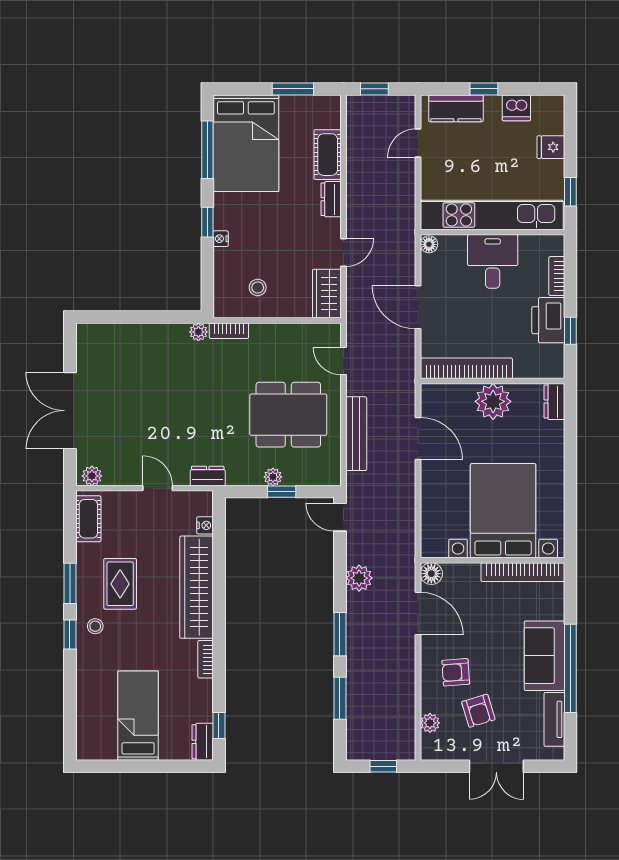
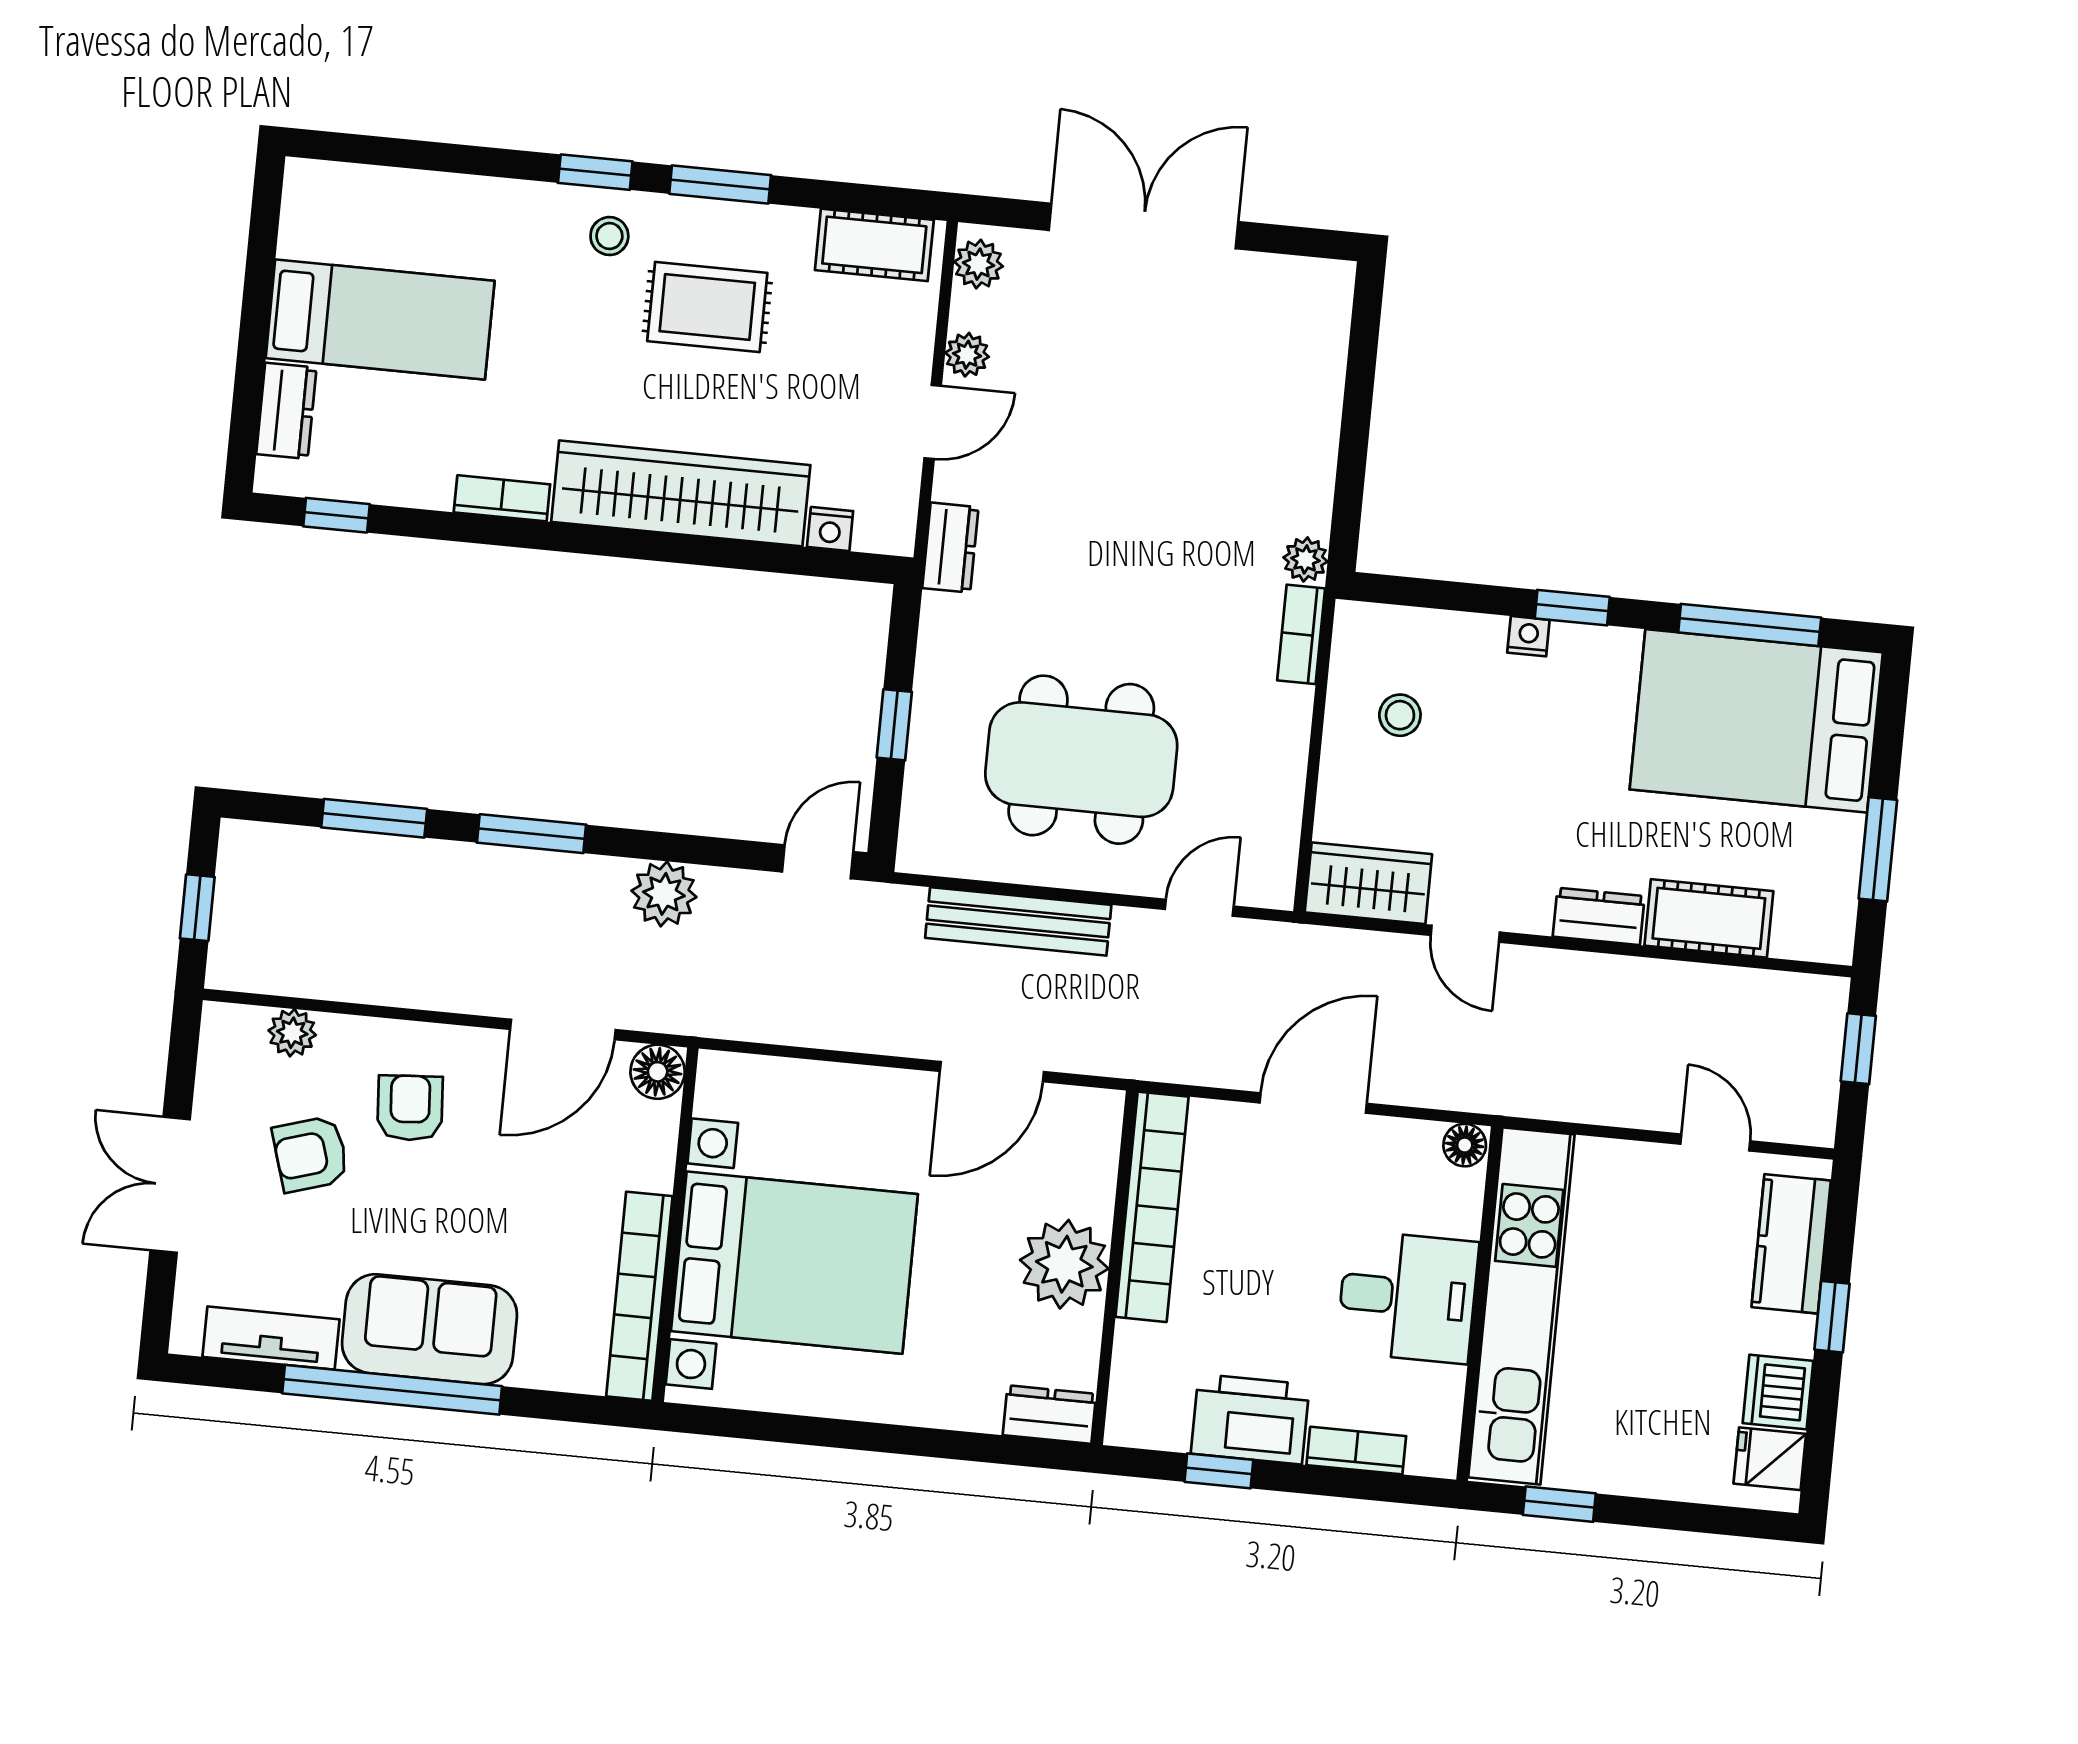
fridge: (551, 147) -> (1770, 1459), moved, turned -90
dining table: (288, 415) -> (1081, 760), turned 90
plant: (273, 477) -> (967, 355), moved
dresser: (203, 742) -> (286, 411), moved, turned 90

